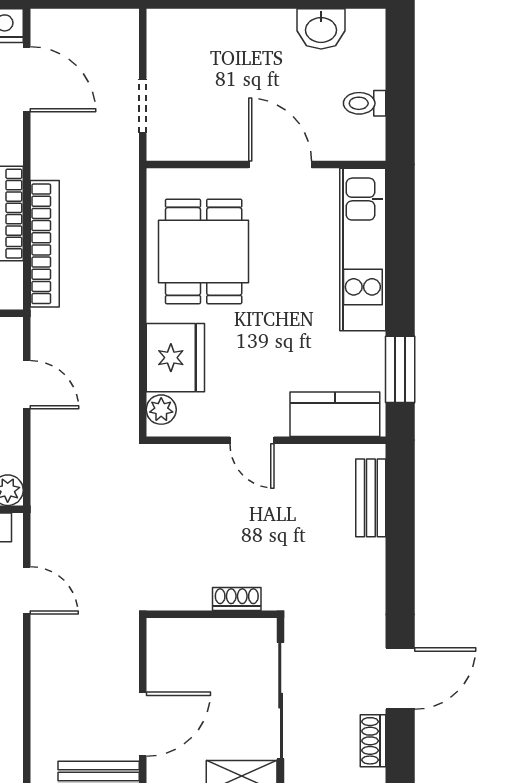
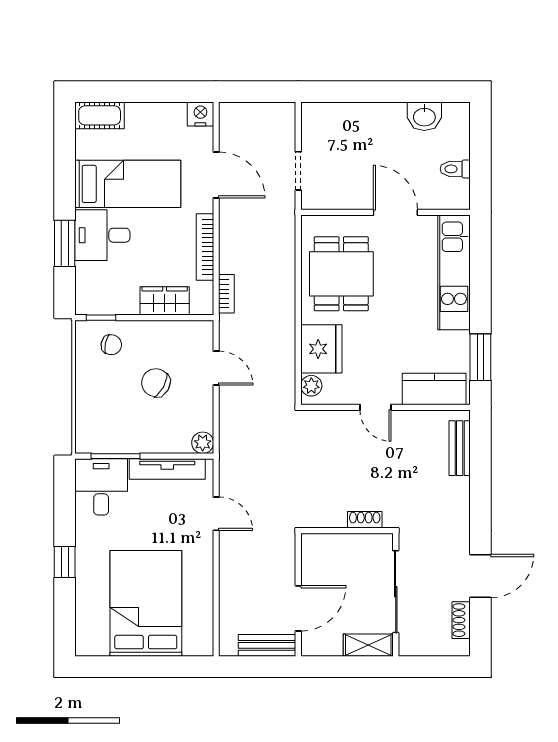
door: (27, 79) -> (216, 175), moved
bookcase: (45, 244) -> (226, 294), width x0.43, depth x0.76

